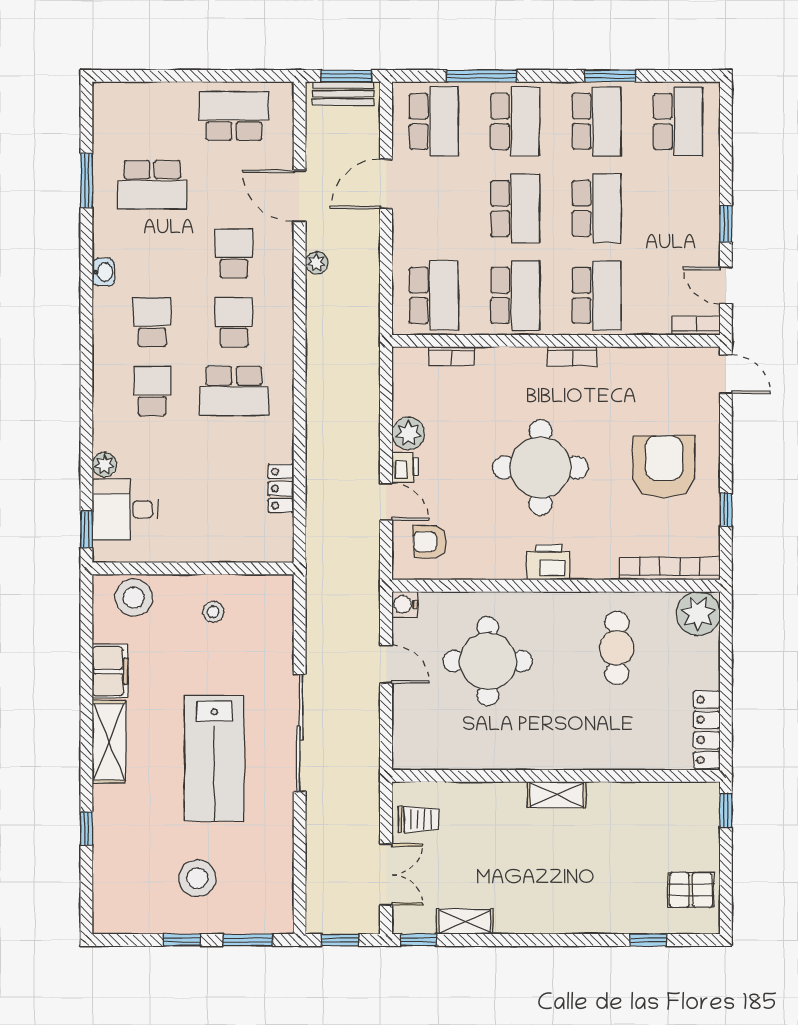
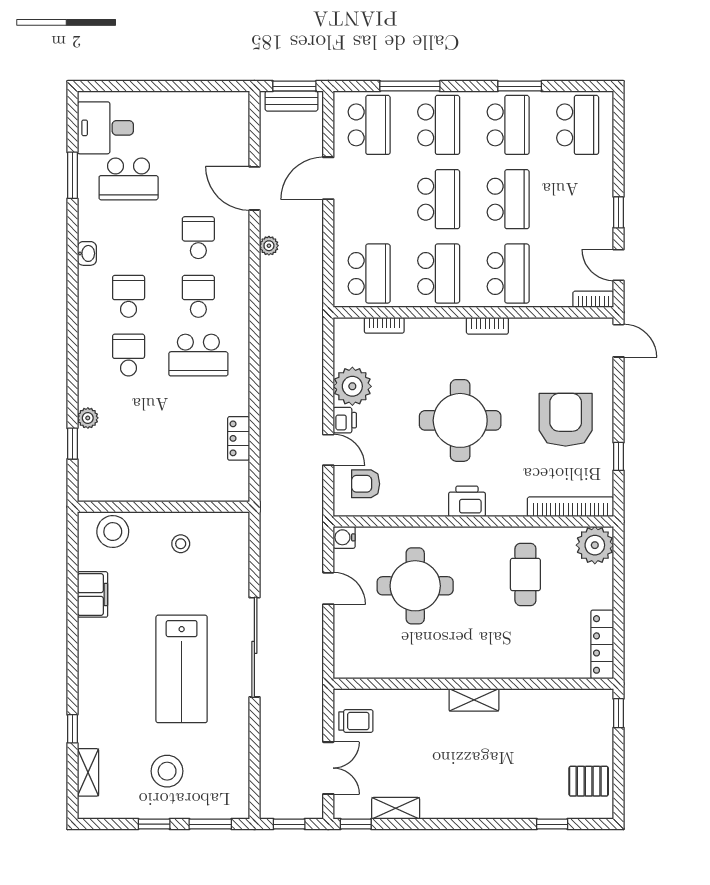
school desk: (234, 116) -> (198, 120), removed
plant: (408, 433) -> (352, 386), width x1.36, depth x1.36
desk: (125, 509) -> (105, 128), moved
window: (86, 529) -> (72, 444), moved
shelving: (109, 742) -> (88, 772), moved, width x0.67, depth x0.75

